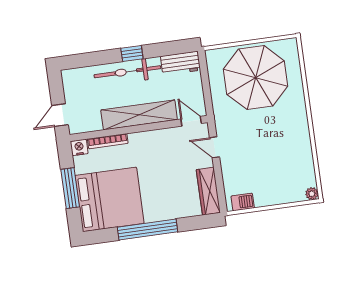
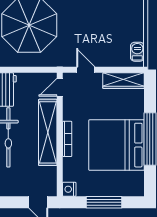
bookcase: (108, 141) -> (67, 139), moved
door: (215, 147) -> (86, 70), swing flipped
bed: (110, 199) -> (117, 145), moved, turned -90

